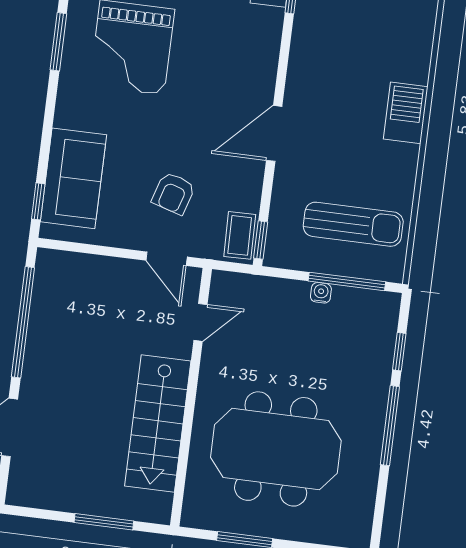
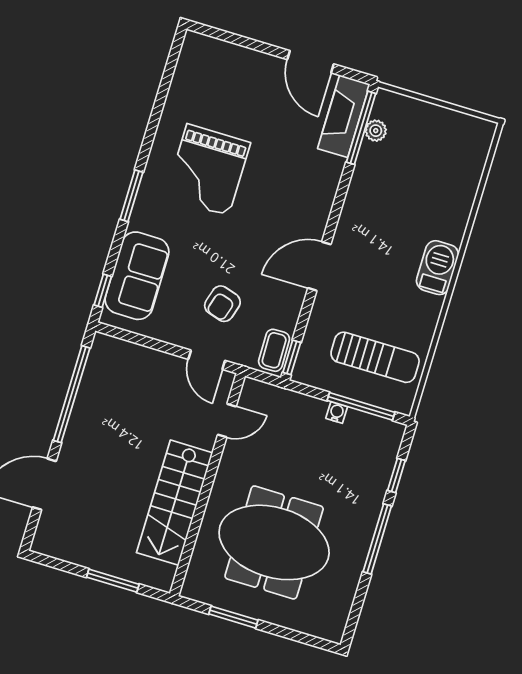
window: (58, 42) -> (131, 196), moved

